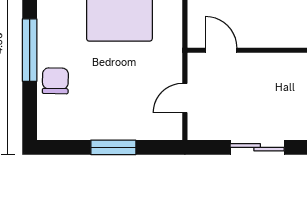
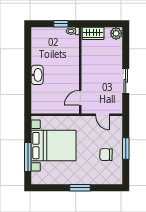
window: (30, 50) -> (80, 188), width x0.69
chair: (55, 81) -> (106, 155), moved

